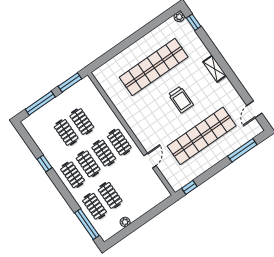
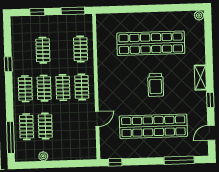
window: (194, 22) -> (210, 100), moved
window: (40, 103) -> (37, 12), width x0.46
clothes rail: (82, 122) -> (81, 49), moved

